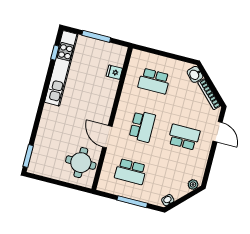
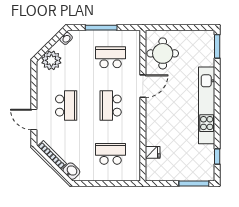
window: (96, 36) -> (194, 183), moved
kitchen unit: (61, 68) -> (207, 105), moved
door: (107, 137) -> (143, 86), hinge flipped
school desk: (184, 137) -> (66, 106), turned -90
plant: (193, 185) -> (51, 60), width x1.87, depth x1.87

